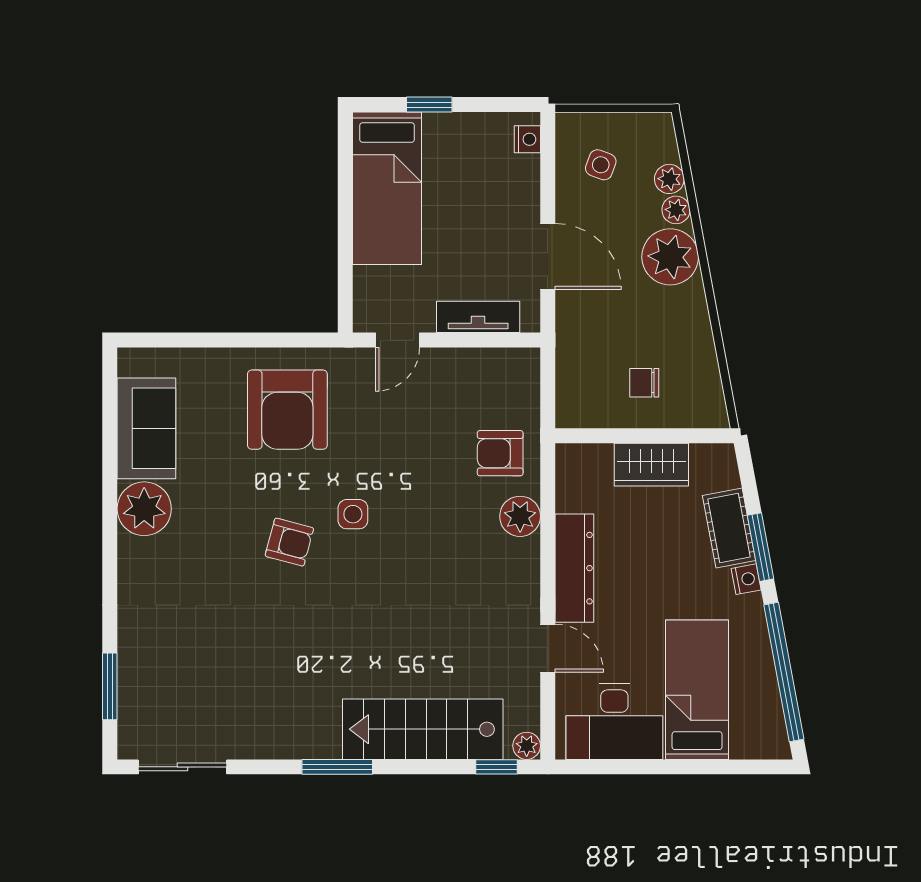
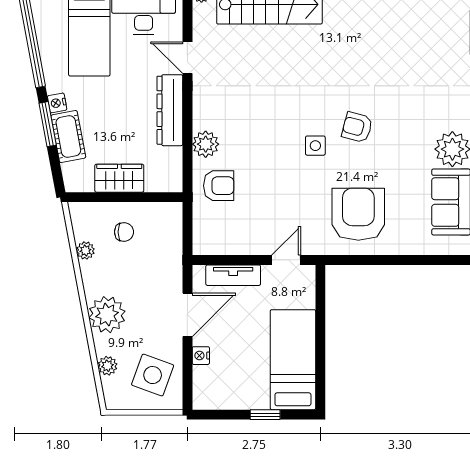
nightstand: (527, 139) -> (201, 356), moved
side table: (601, 165) -> (153, 375), width x1.87, depth x1.87
plant: (676, 210) -> (85, 250), moved
door: (548, 256) -> (187, 315), swing flipped

